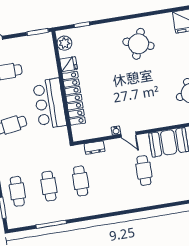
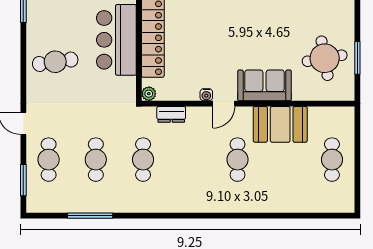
sofa: (154, 118) -> (265, 85), added
door: (129, 135) -> (224, 104), hinge flipped
plant: (77, 136) -> (149, 94), added

